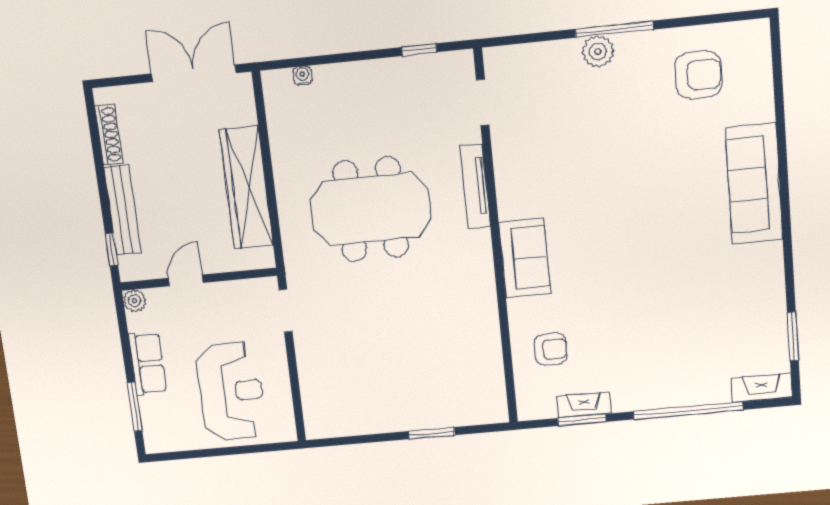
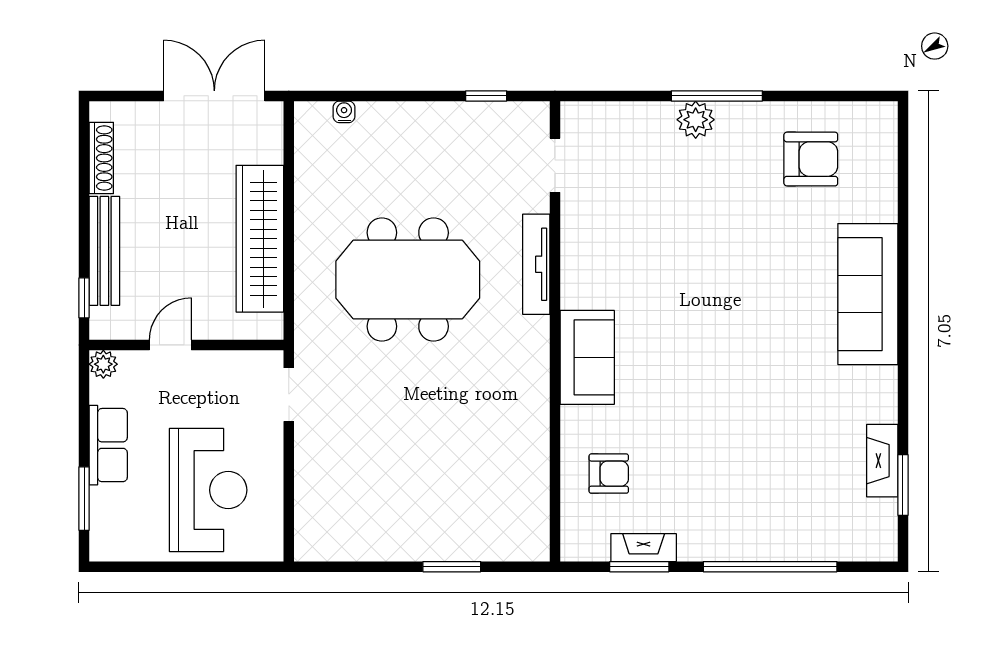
fireplace: (762, 388) -> (882, 461), moved, turned -90

